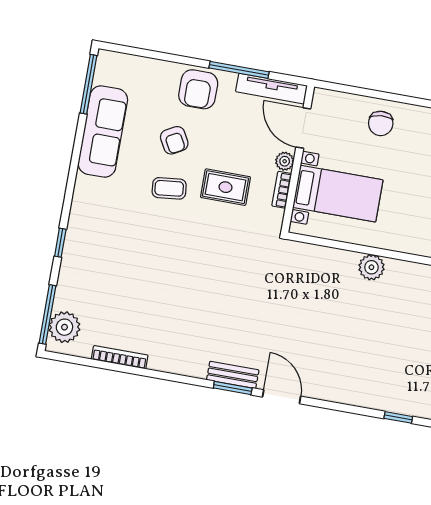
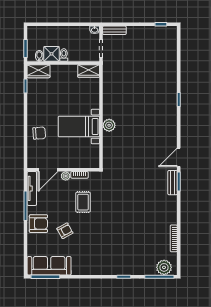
sofa: (103, 132) -> (49, 266), moved
coffee table: (169, 188) -> (88, 229), removed
bed with nightstands: (338, 194) -> (79, 127), moved, turned -90

